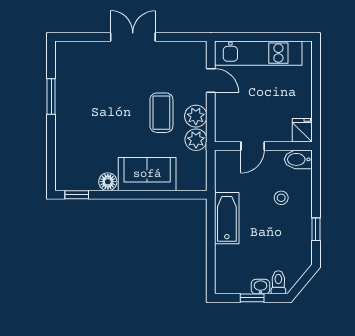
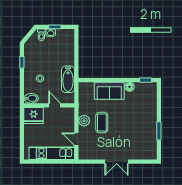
fridge: (302, 130) -> (34, 115), width x1.88, depth x1.34
plant: (196, 140) -> (84, 109), removed
door: (253, 146) -> (55, 105), hinge flipped
bathtub: (227, 218) -> (68, 79), moved

